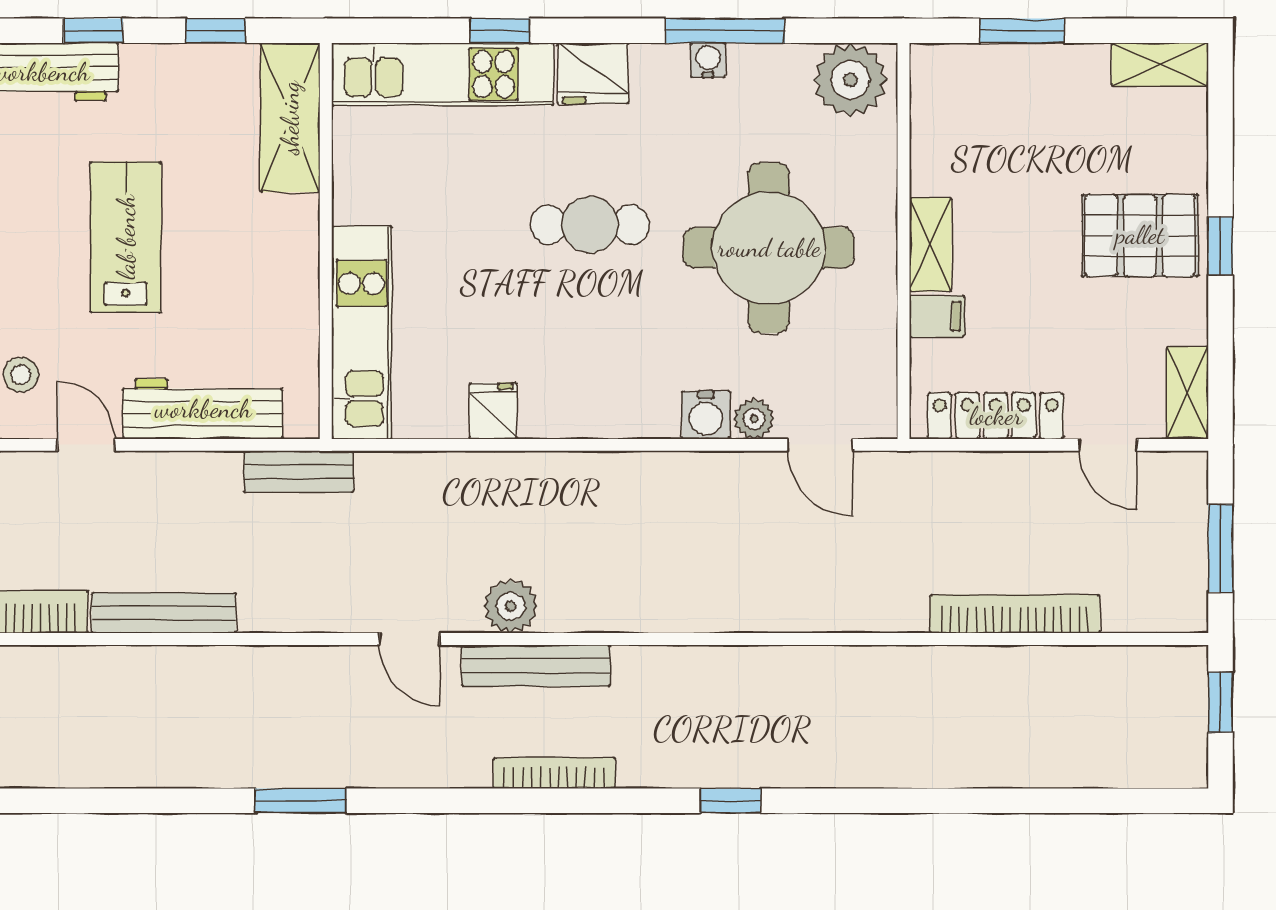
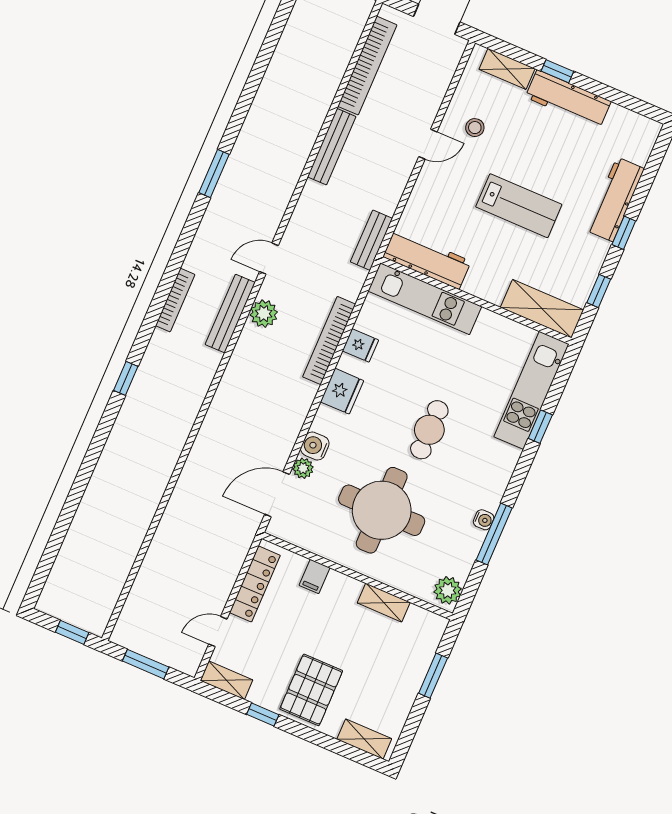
shelving: (1160, 65) -> (364, 739), moved, turned 90
fridge: (593, 73) -> (342, 391), moved, turned 180
plant: (850, 80) -> (448, 590), width x0.73, depth x0.73
shelving: (930, 245) -> (384, 603), moved
window: (1220, 246) -> (263, 715), moved
workbench: (203, 409) -> (427, 259), moved, turned -90
door: (820, 445) -> (277, 494), width x1.37
bookcase: (1015, 614) -> (329, 341), moved, turned 180

